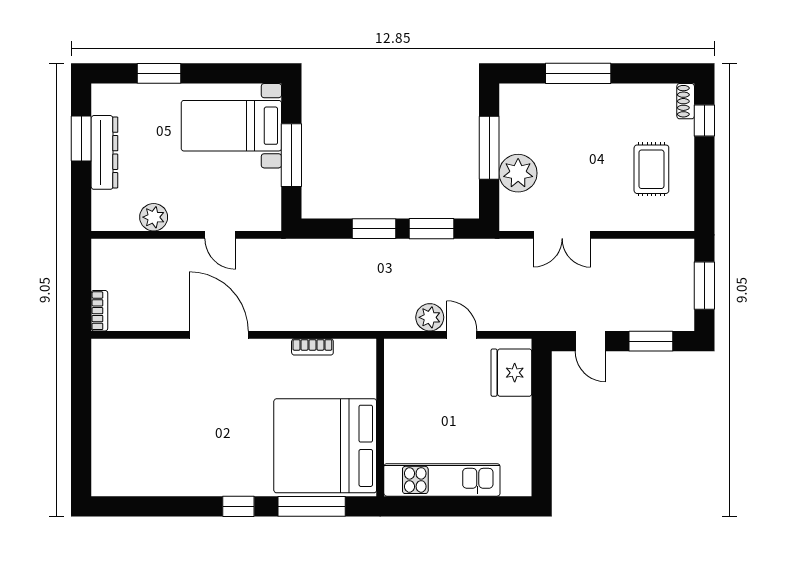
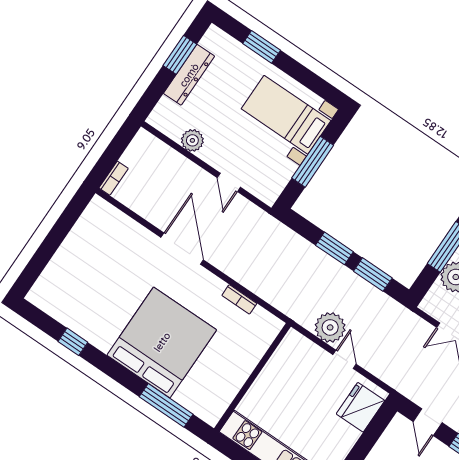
plant: (430, 317) -> (330, 327), width x1.36, depth x1.36
bed: (325, 446) -> (162, 342), moved, turned 90
window: (238, 506) -> (73, 342), moved

